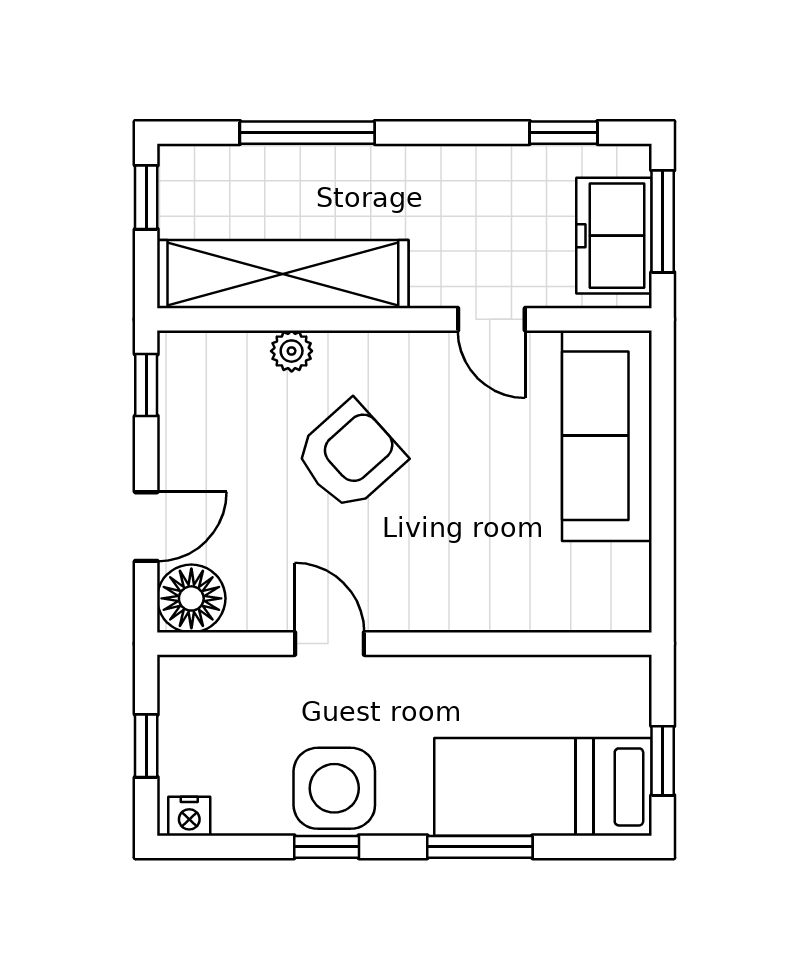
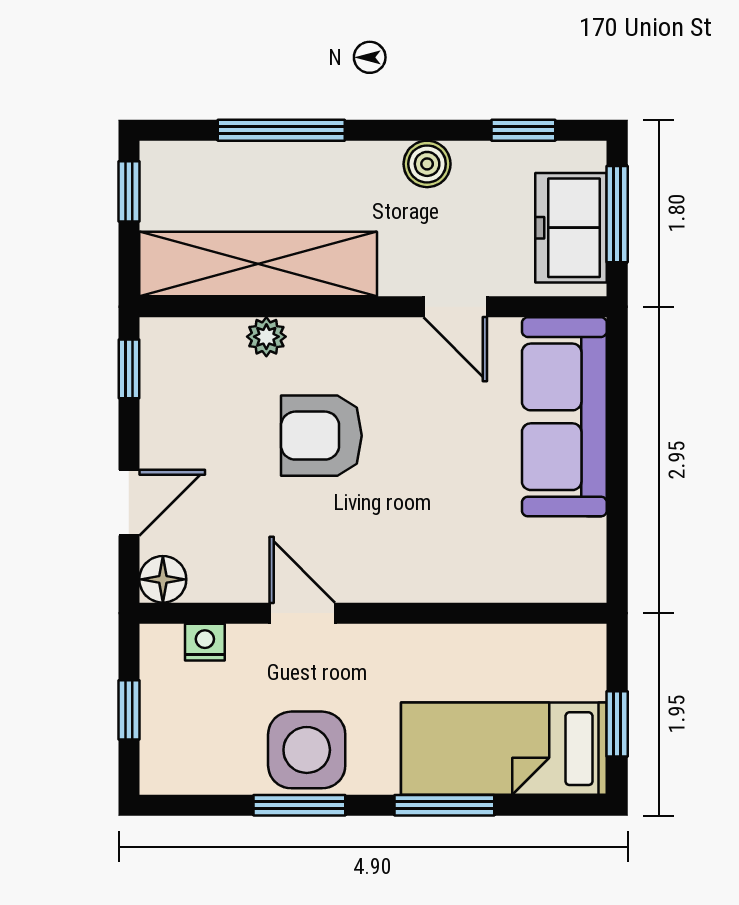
boiler: (462, 168) -> (427, 164), added
armchair: (350, 456) -> (321, 436), turned -138
floor lamp: (191, 598) -> (163, 579), width x0.73, depth x0.73
nightstand: (189, 816) -> (205, 642), moved, turned 180
window: (327, 847) -> (299, 805), width x1.50

